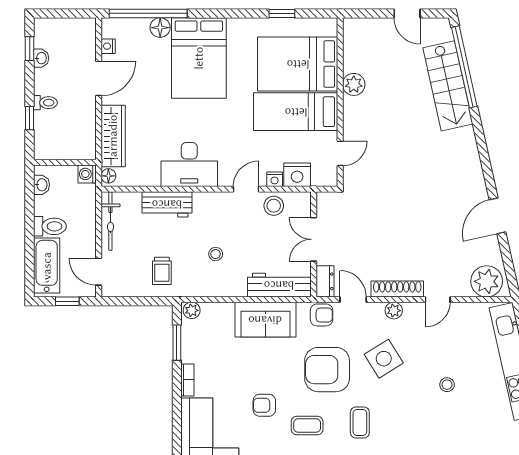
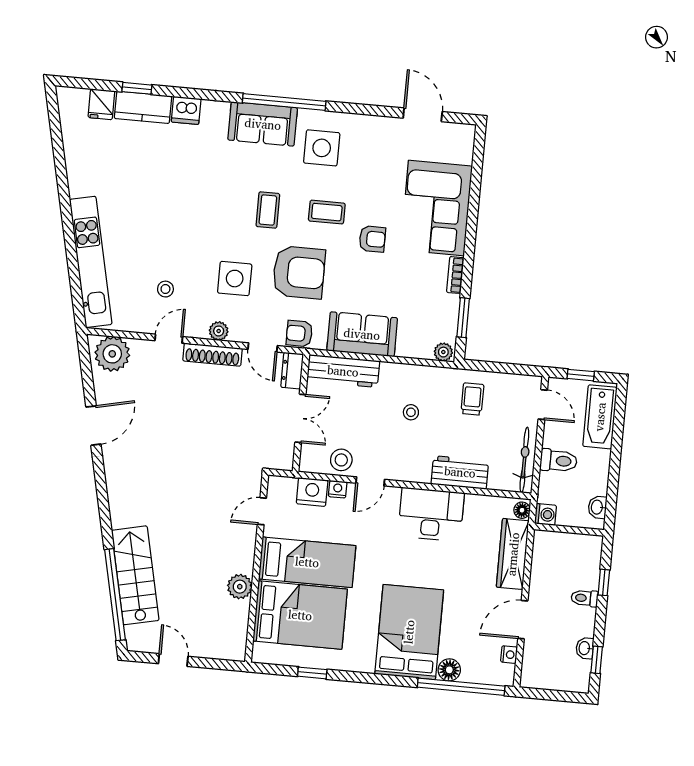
toilet: (50, 226) -> (559, 461), moved, turned 180
side table: (384, 359) -> (235, 279), turned 32
stool: (447, 385) -> (165, 289), moved

